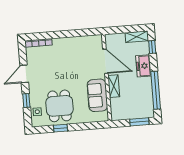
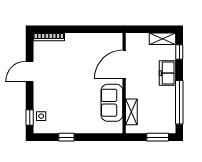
door: (105, 61) -> (124, 64), swing flipped
shelving: (114, 86) -> (131, 112), moved
window: (26, 101) -> (30, 118), moved
dining table: (60, 106) -> (67, 111), removed

